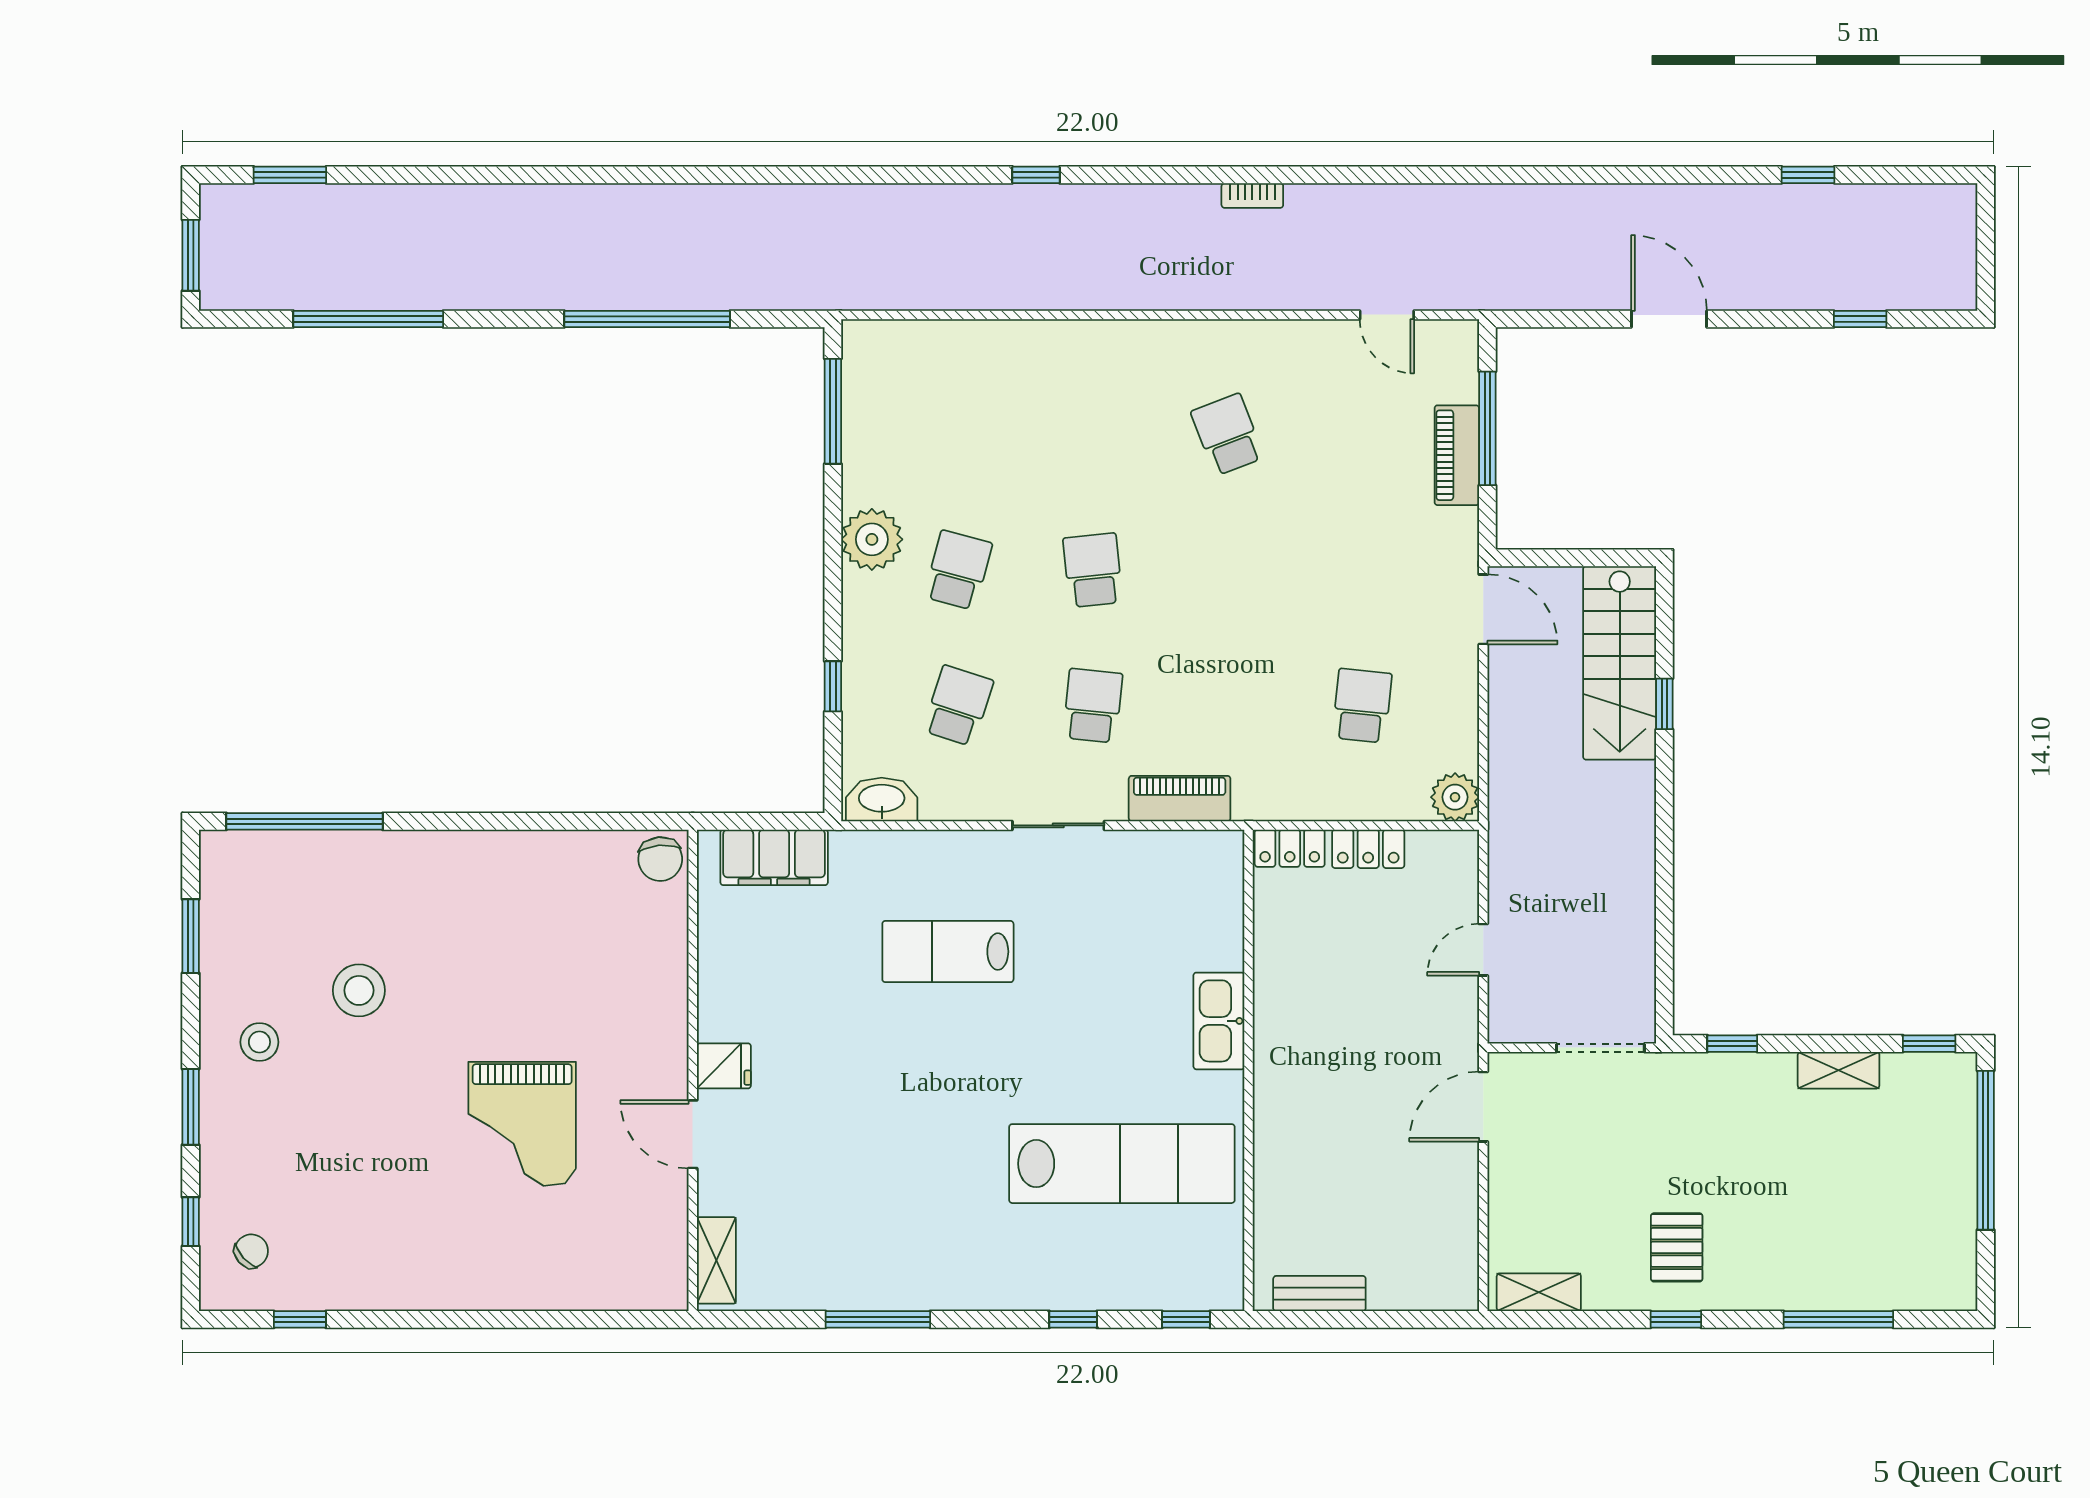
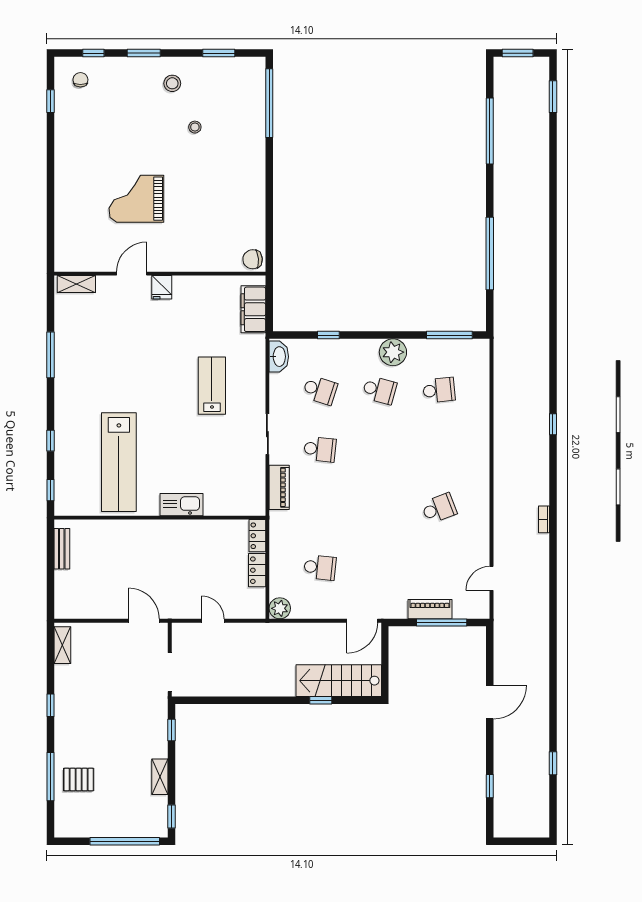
school desk: (1093, 570) -> (439, 390), moved
stool: (359, 990) -> (195, 127), width x0.53, depth x0.53
pallet: (1677, 1247) -> (79, 780), moved
chair: (251, 1251) -> (80, 80), turned -138

